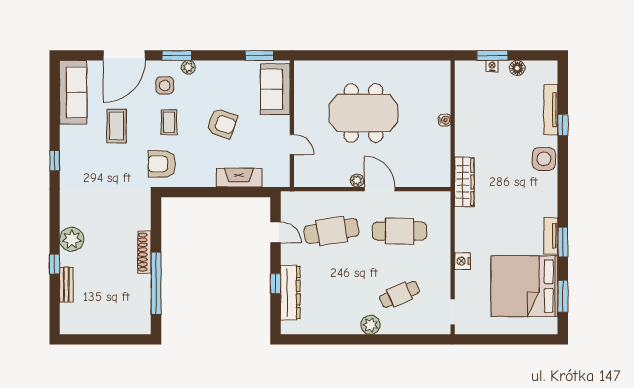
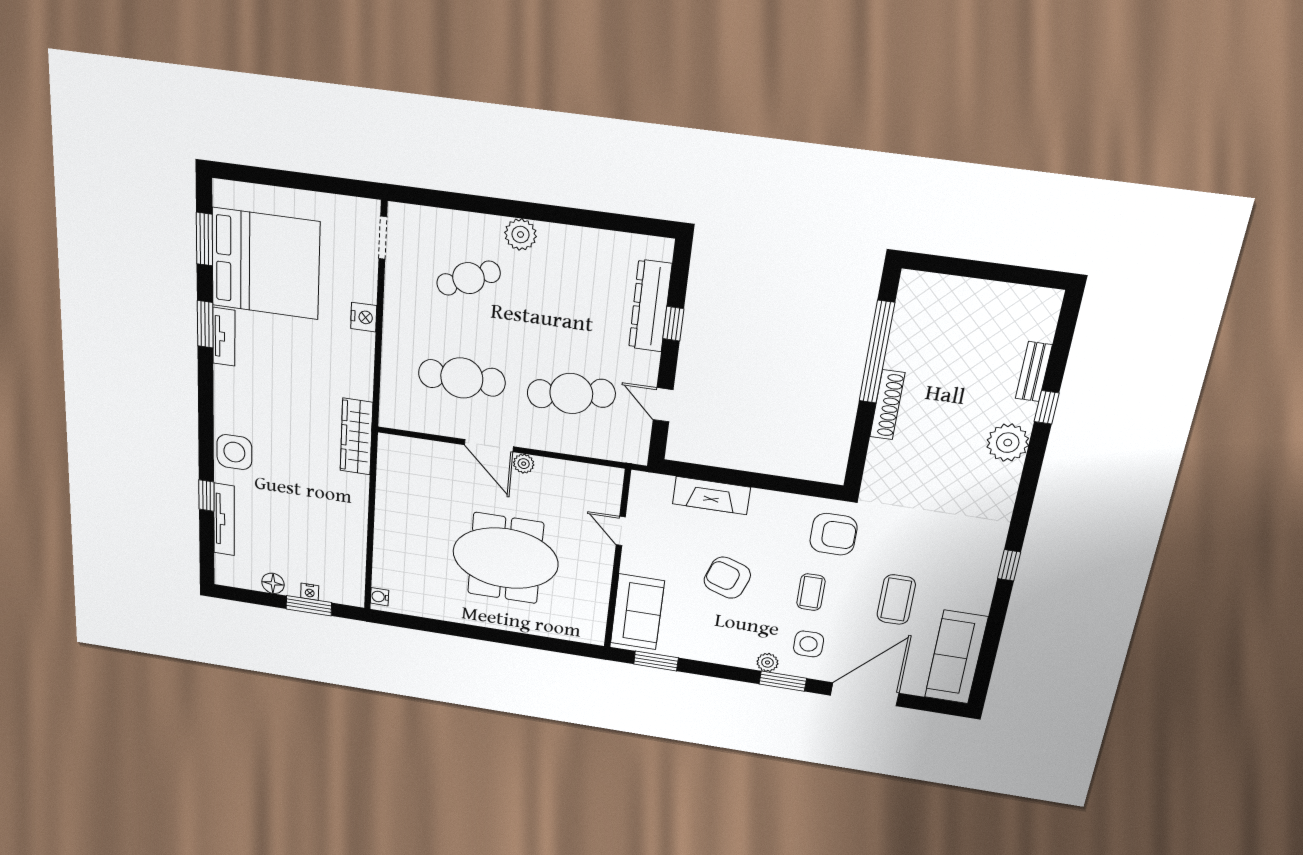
water cooler: (445, 120) -> (380, 597), moved

